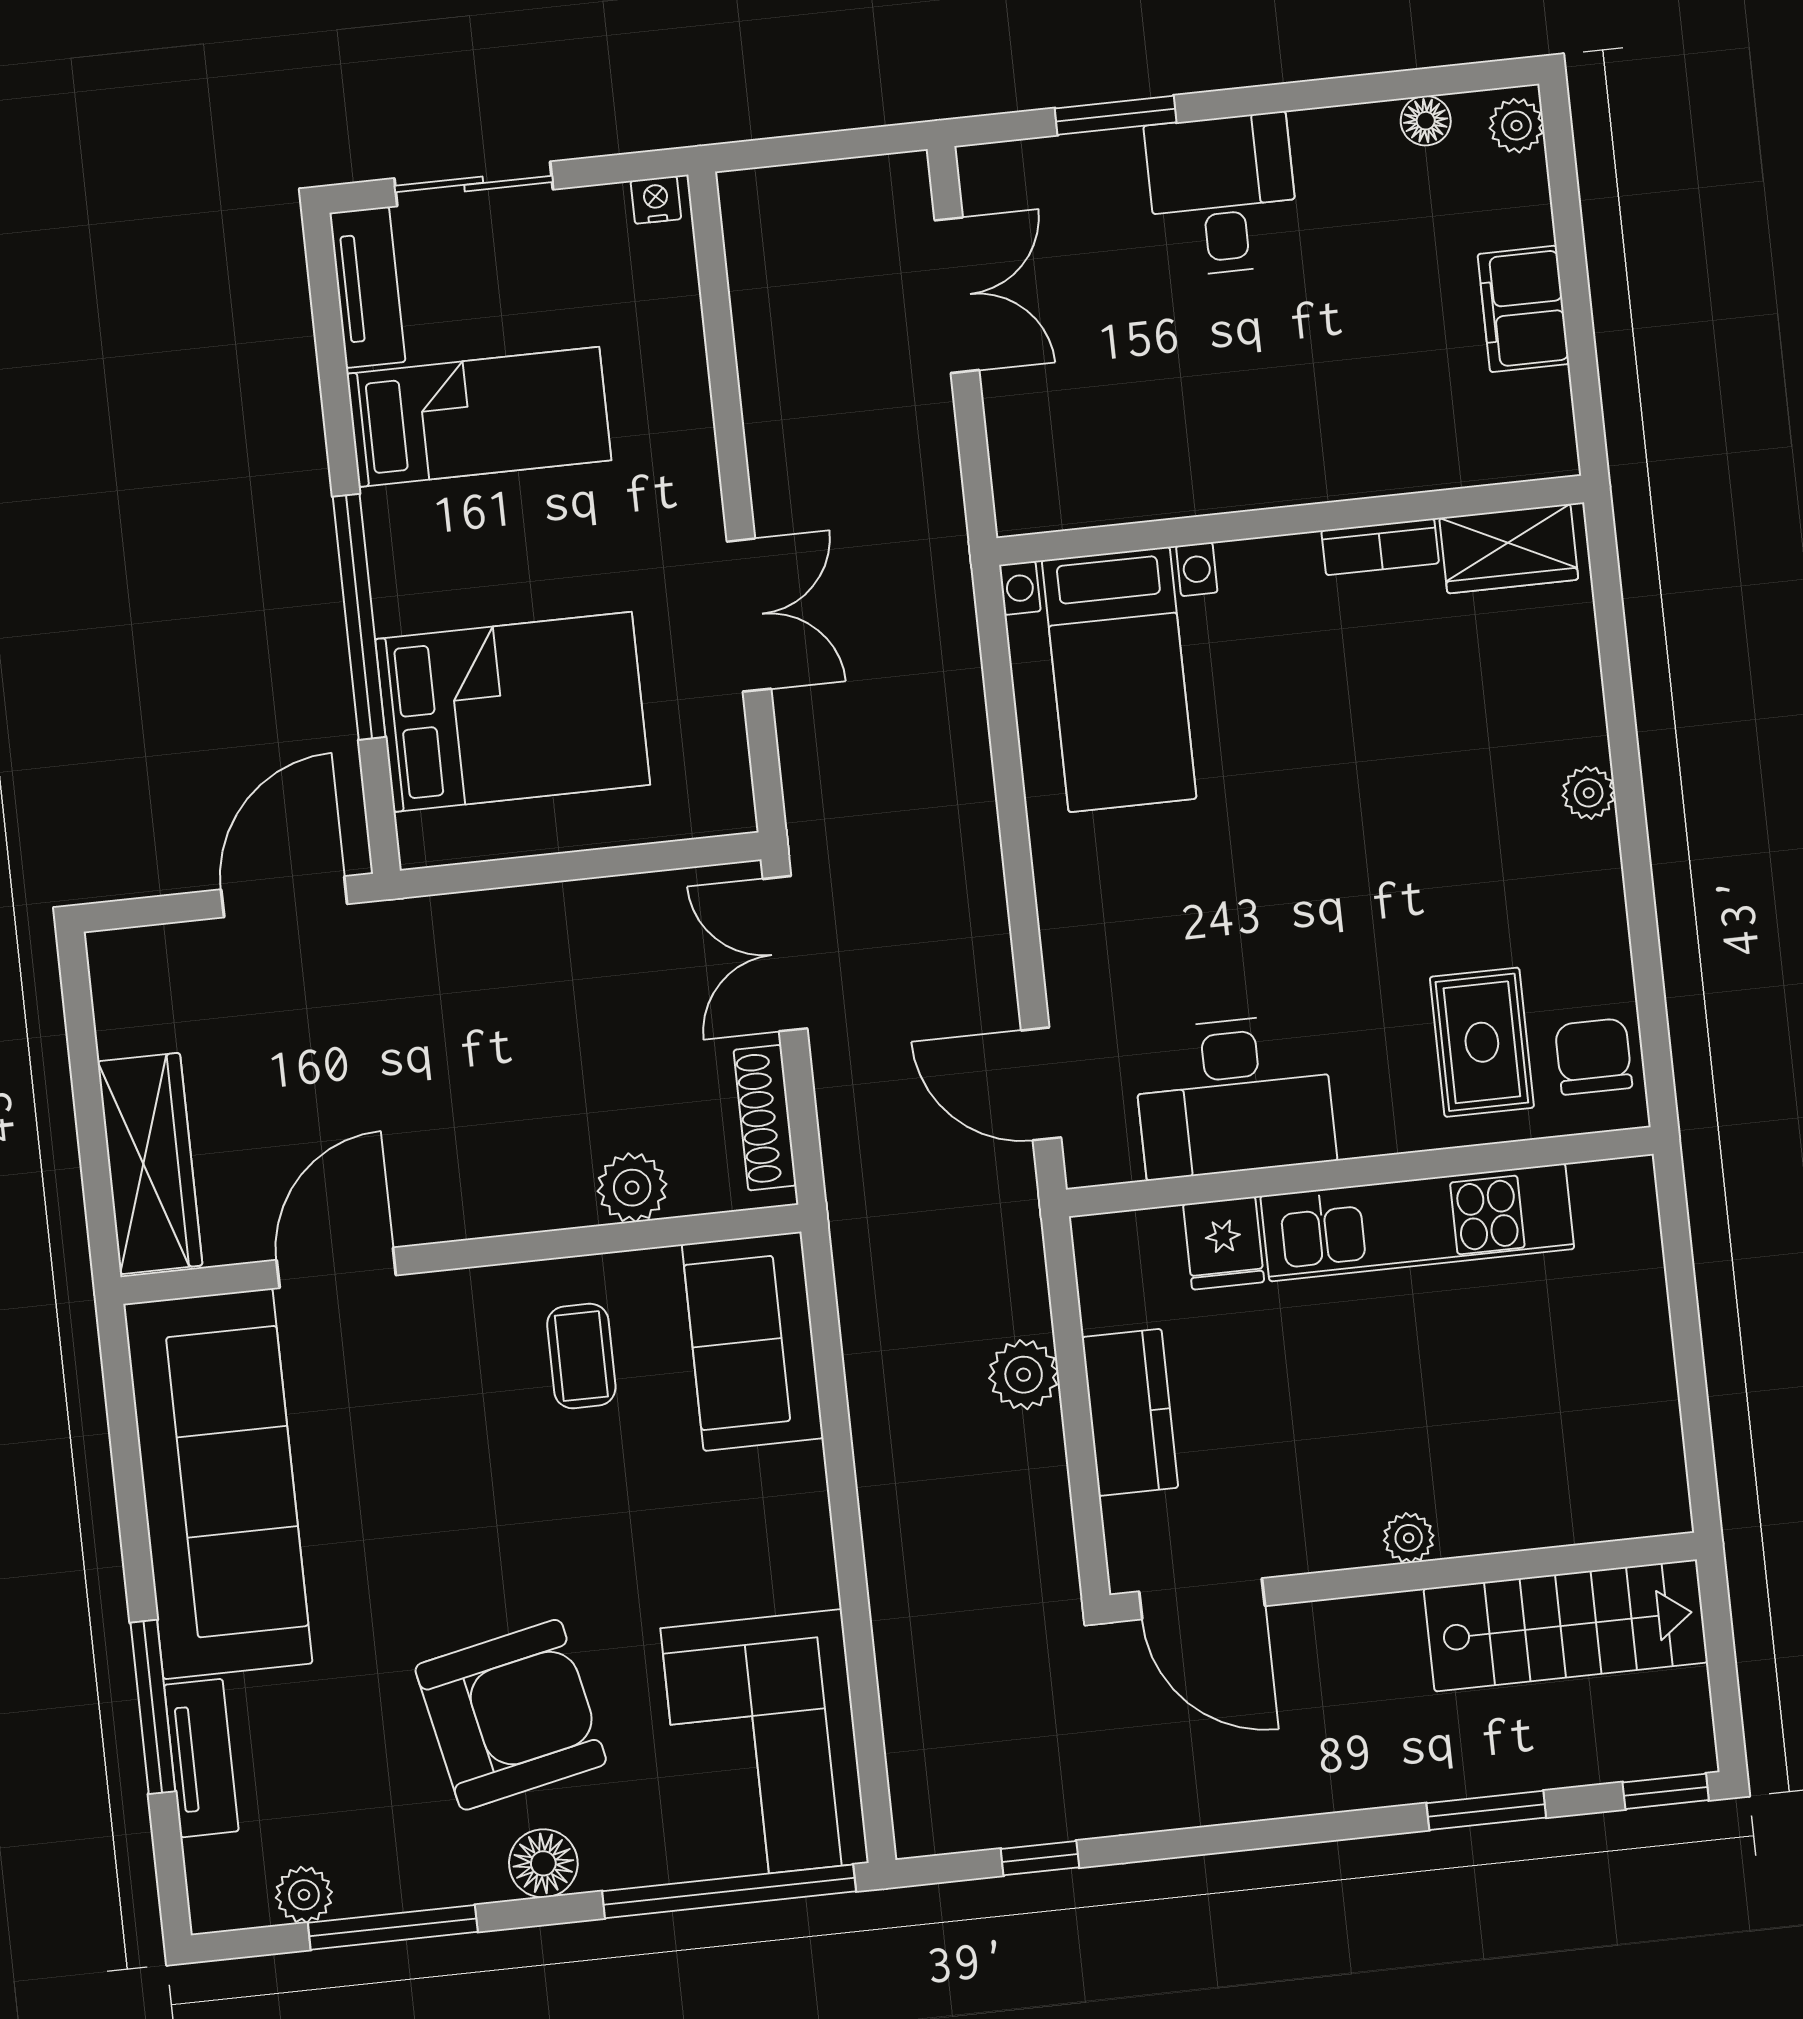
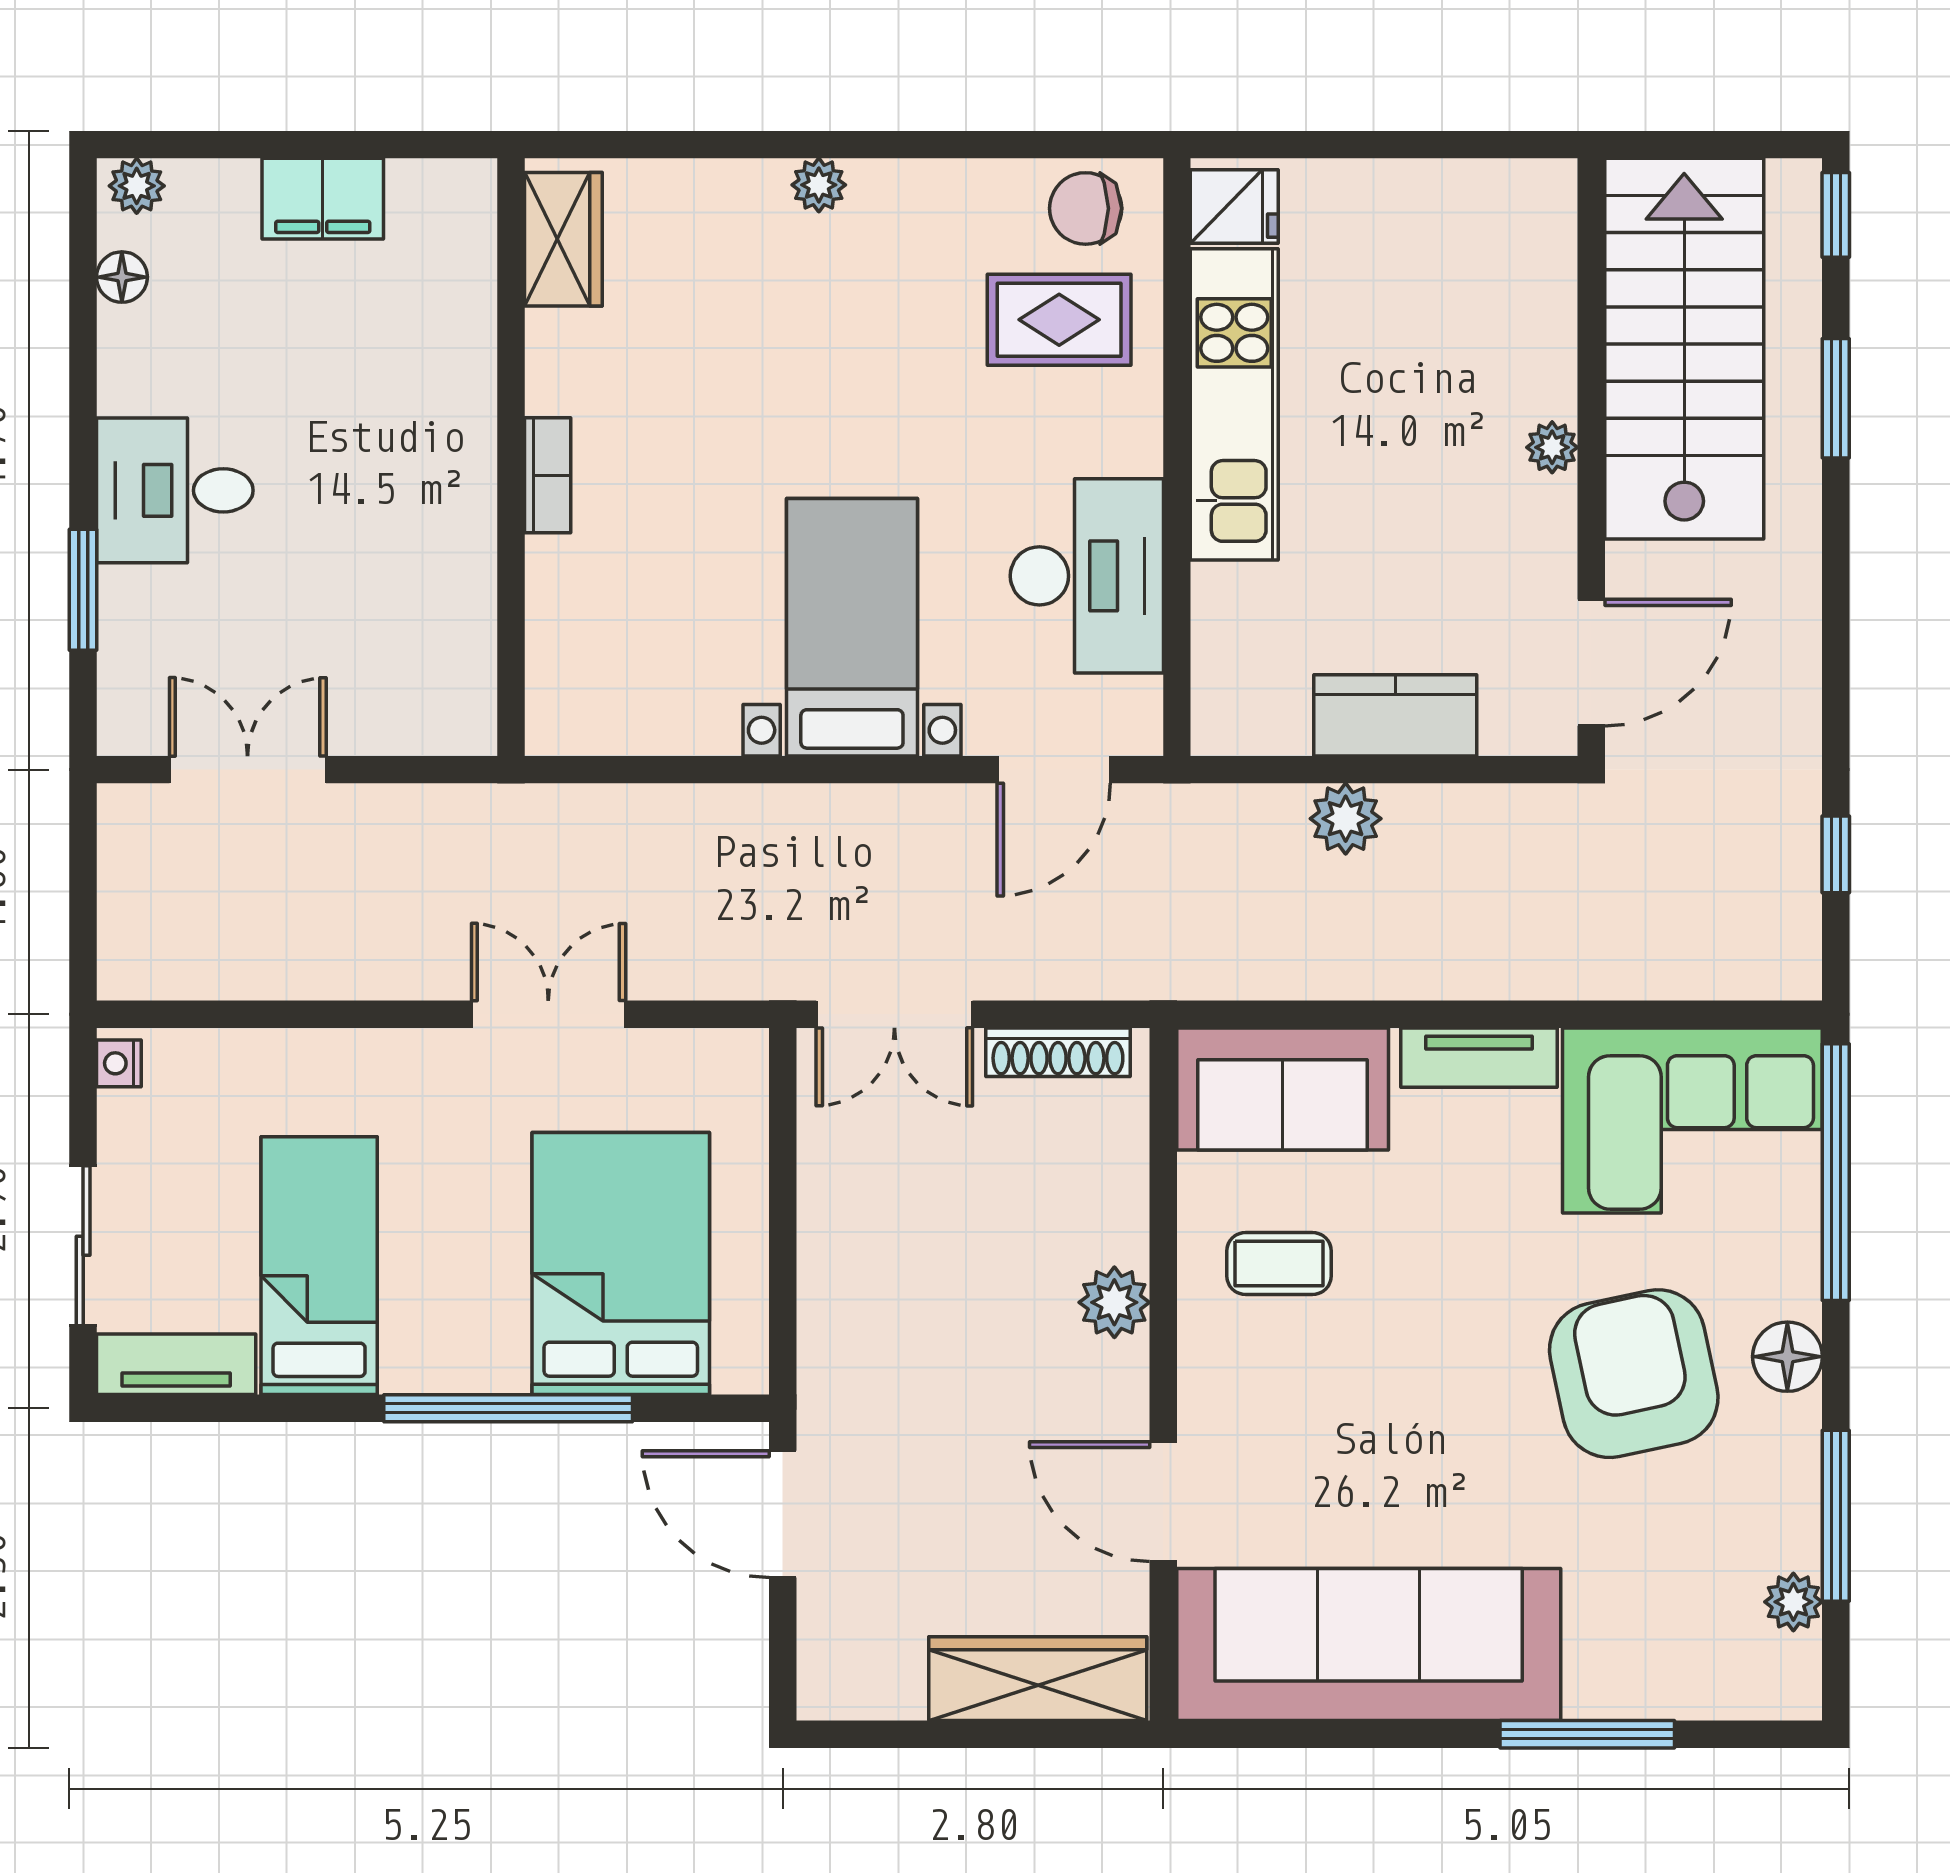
bookcase: (1380, 547) -> (548, 475), moved
bed with nightstands: (1119, 680) -> (852, 627), moved, turned -90
plant: (632, 1188) -> (1114, 1302), moved
fridge: (1224, 1243) -> (1234, 207), moved
stairs: (1566, 1625) -> (1684, 349), width x1.36, depth x1.51
tv unit: (201, 1758) -> (1479, 1058), moved, turned 180

